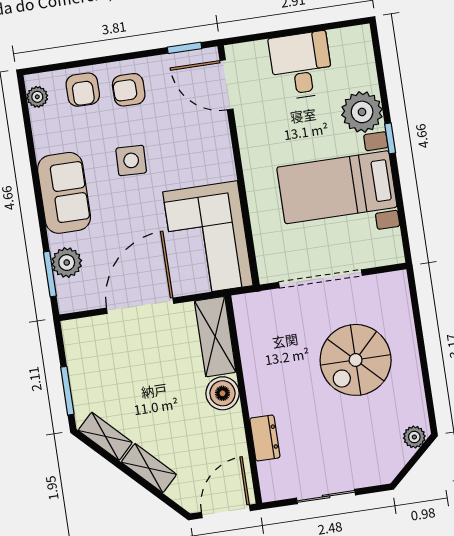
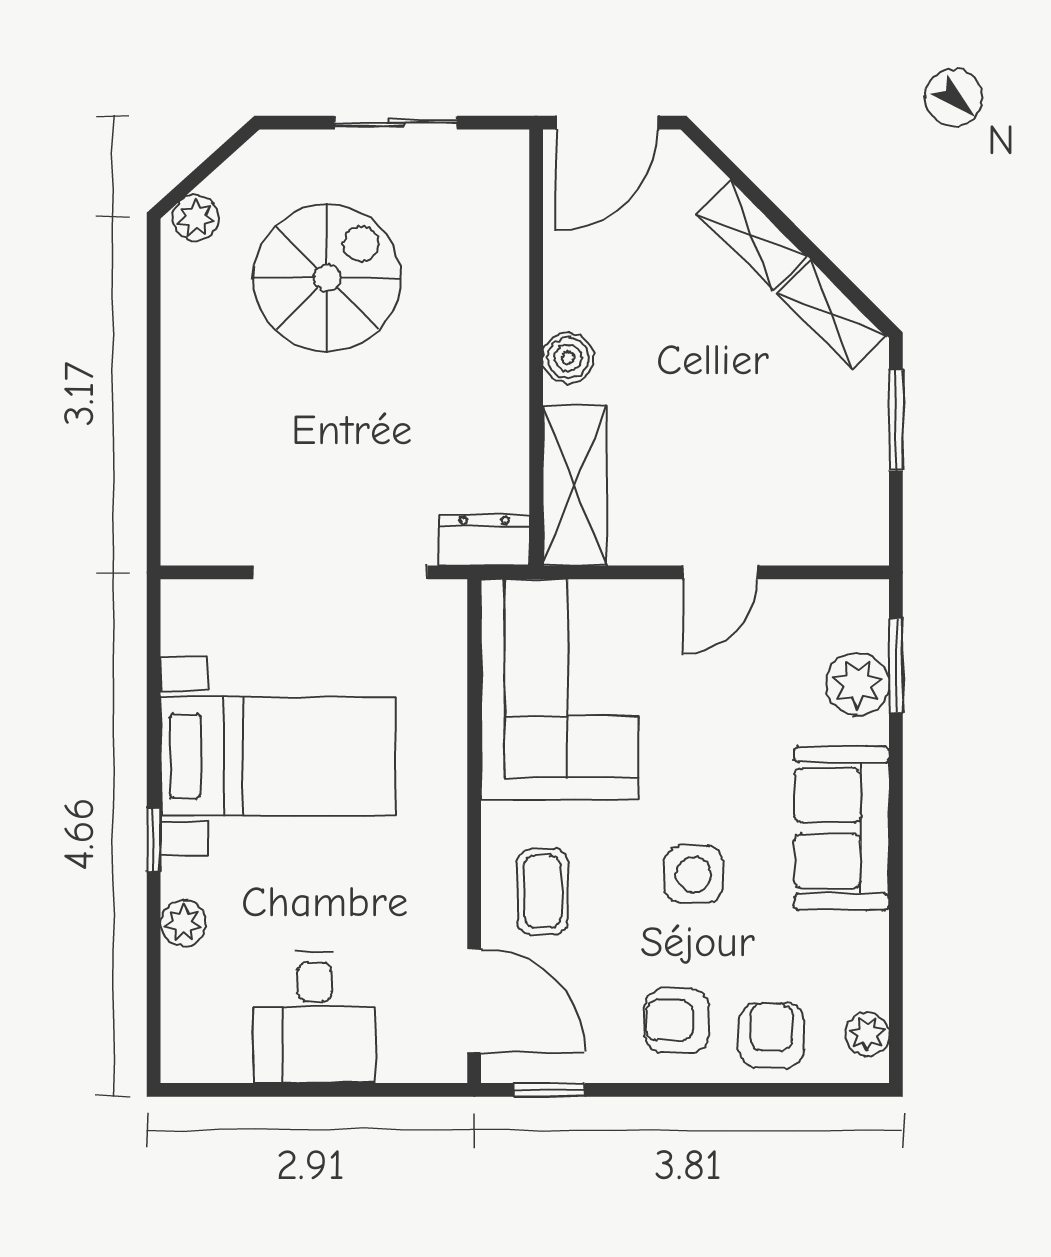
armchair: (129, 90) -> (677, 1021), turned 180
plant: (362, 112) -> (183, 923), width x0.53, depth x0.53
coffee table: (202, 142) -> (542, 892), added
door: (140, 306) -> (720, 572), width x0.53
spiral stairs: (356, 360) -> (327, 278), moved
boiler: (222, 393) -> (568, 358), width x0.73, depth x0.73
dresser: (265, 438) -> (484, 540), moved, turned 90

